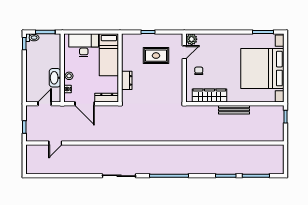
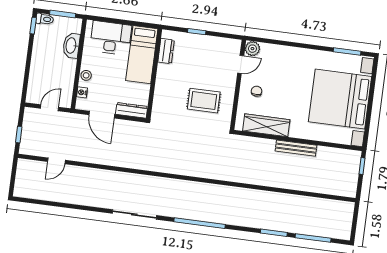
rug: (156, 56) -> (204, 101), moved
washbasin: (55, 78) -> (71, 46), moved
dresser: (127, 80) -> (166, 51), moved

